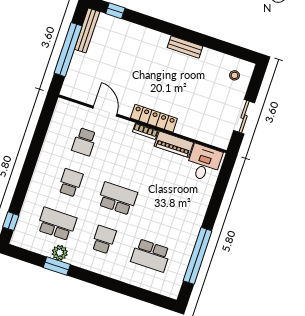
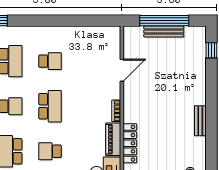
bench: (87, 31) -> (164, 31), moved
locker: (154, 118) -> (130, 143), moved
school desk: (84, 142) -> (50, 151), moved

